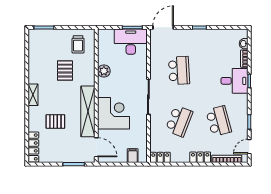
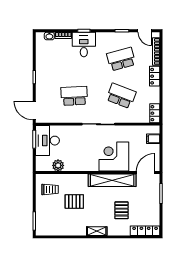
plant: (104, 71) -> (58, 165), moved

